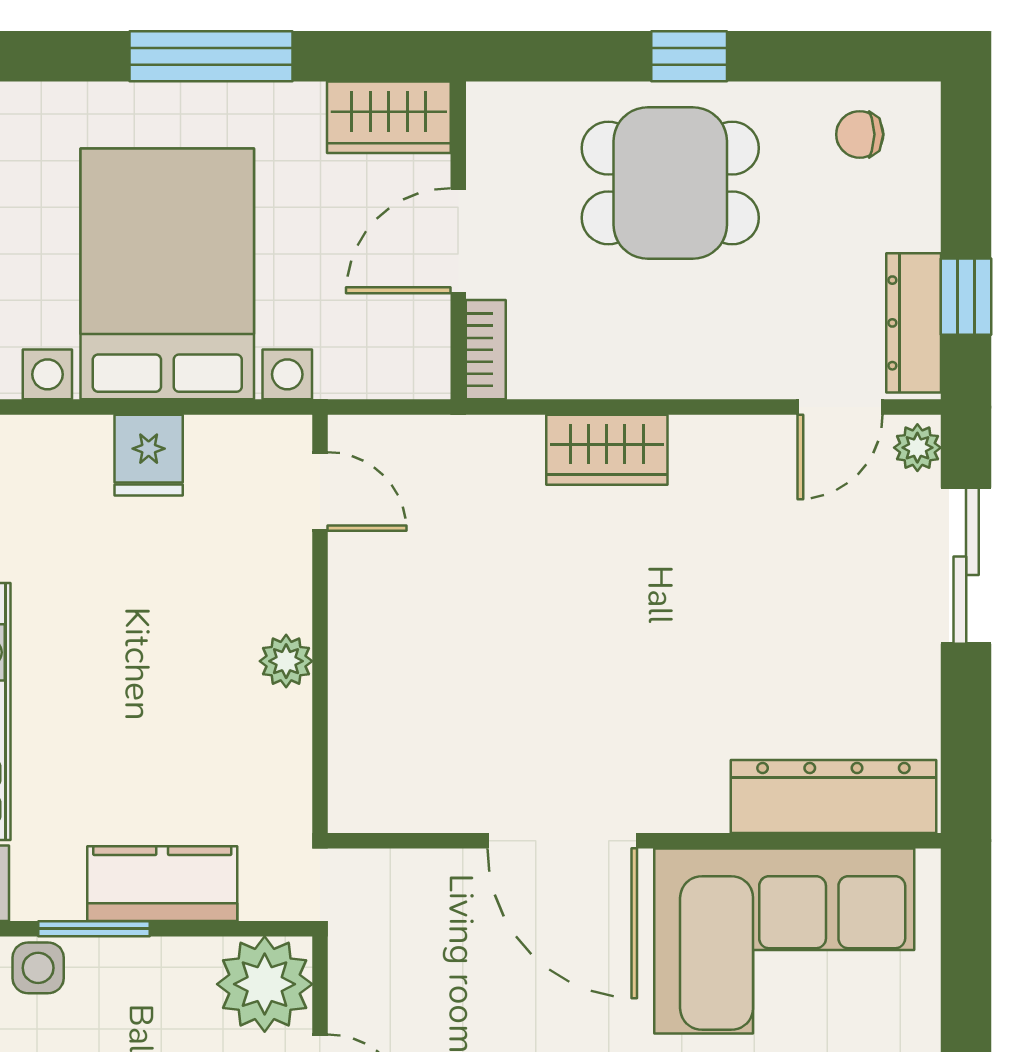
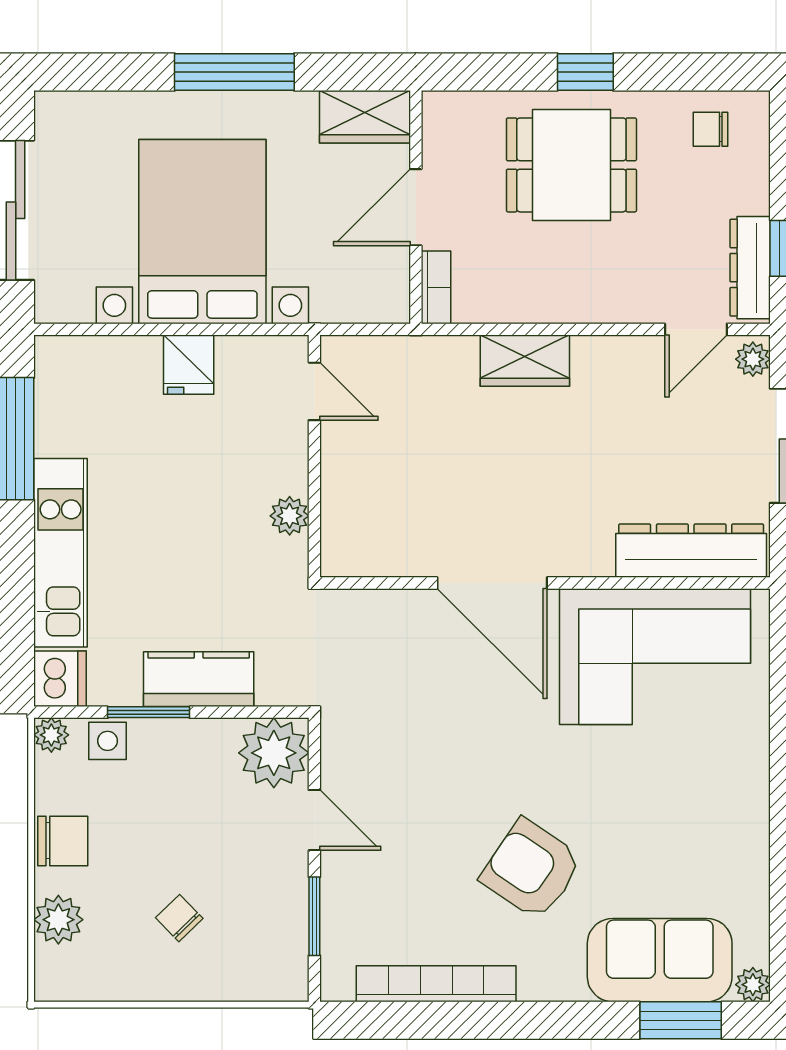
dresser: (833, 797) -> (691, 551), moved
door: (562, 841) -> (492, 583), moved
wall: (634, 841) -> (545, 583), moved
corner sofa: (784, 941) -> (655, 657), moved

